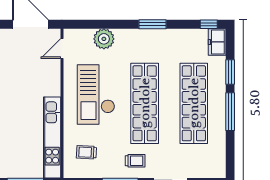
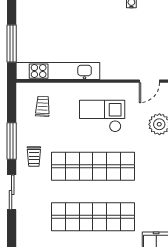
door: (62, 48) -> (149, 81), swing flipped
checkout: (96, 94) -> (102, 116), width x0.73, depth x0.83

